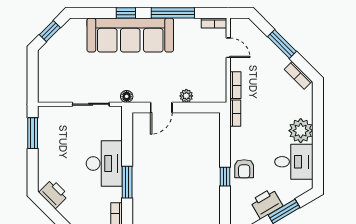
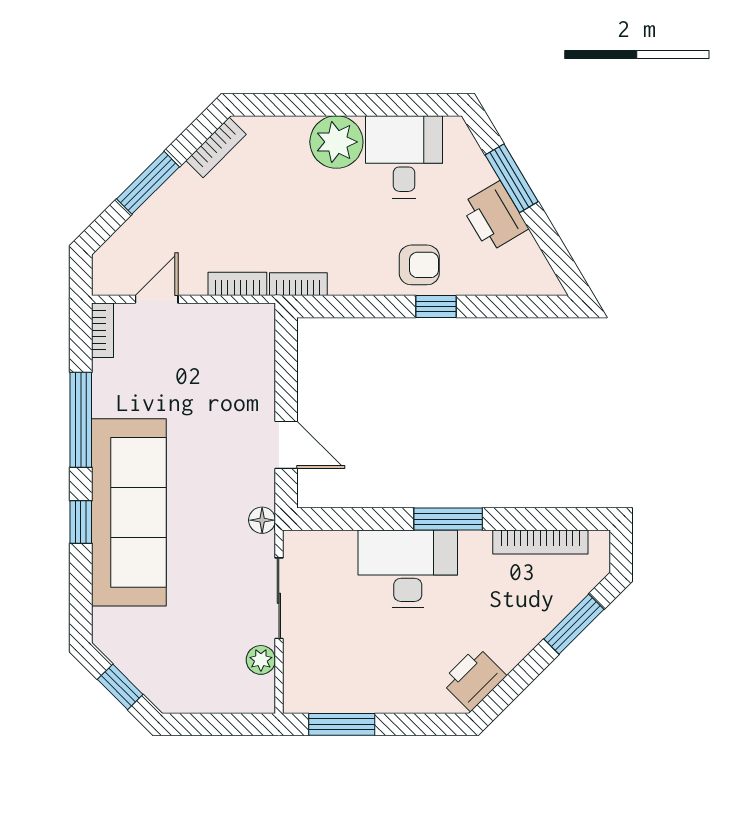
plant: (186, 96) -> (261, 660), moved

